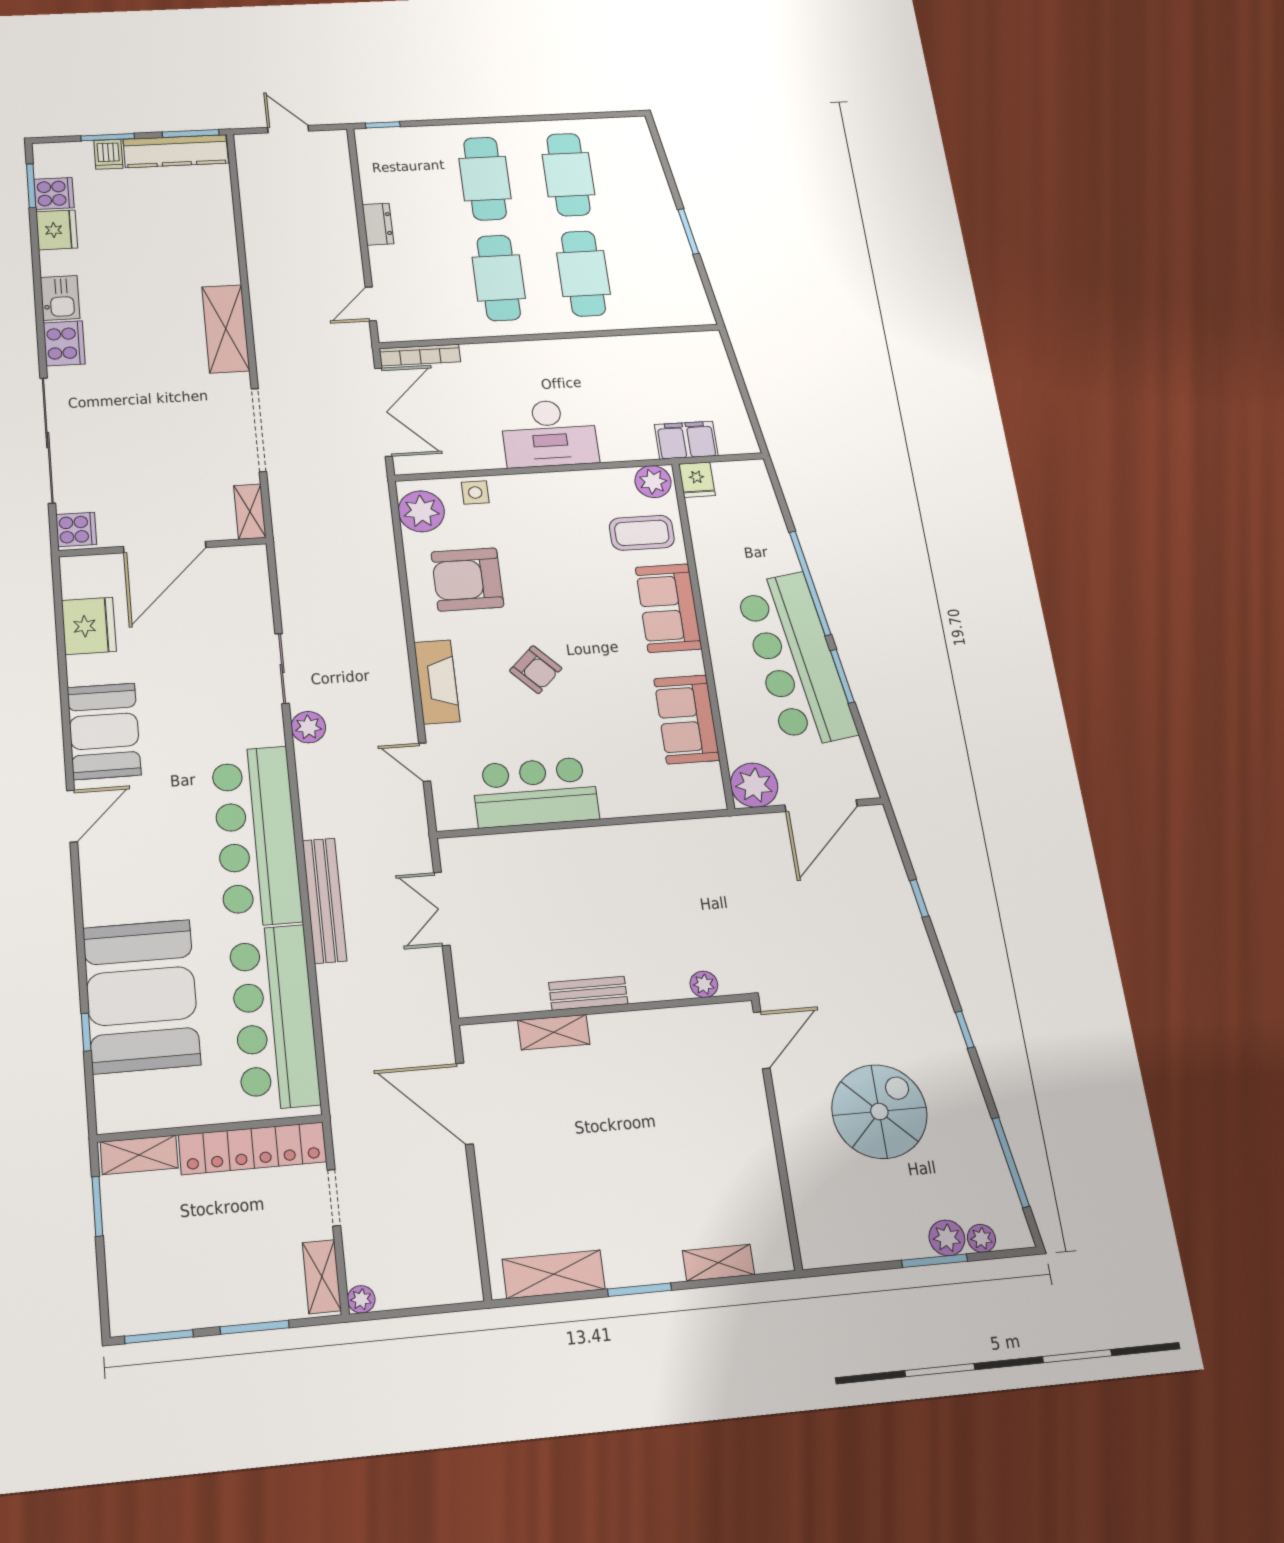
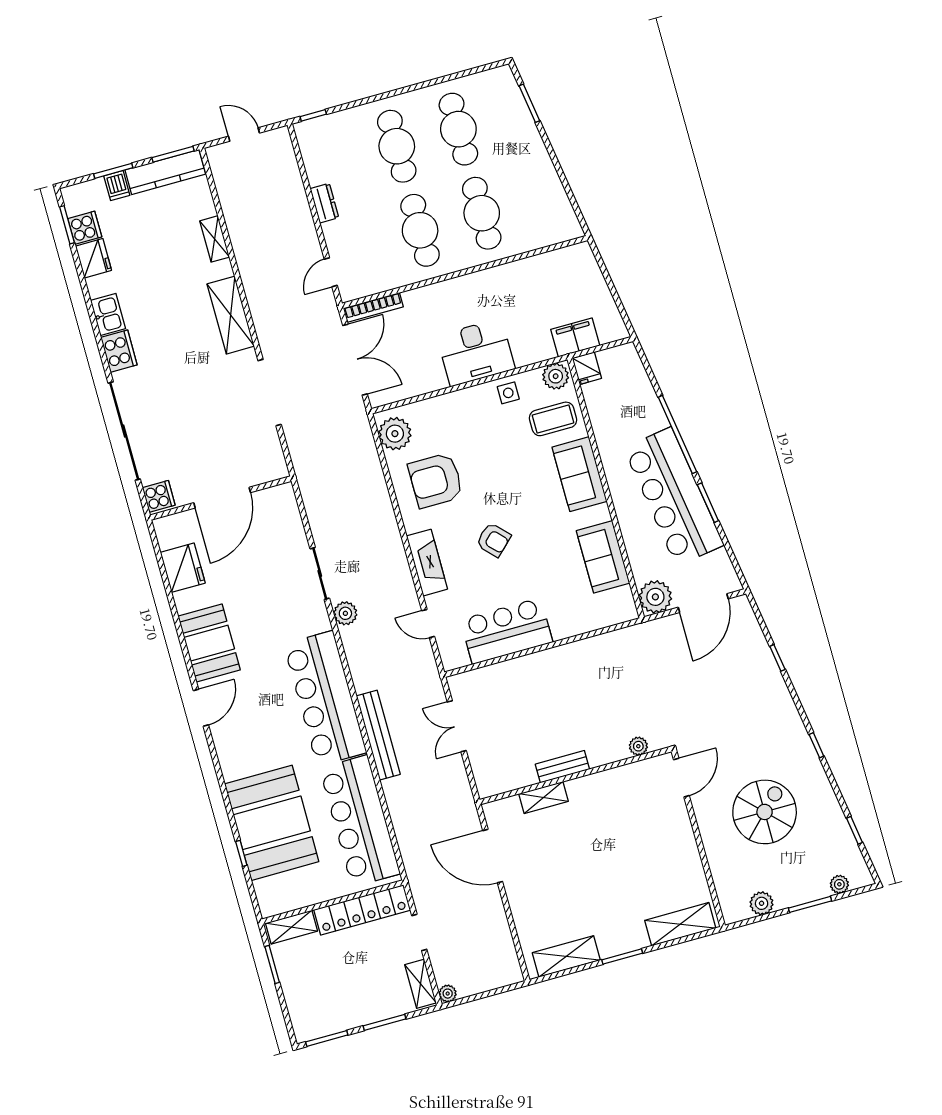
window: (688, 231) -> (529, 103), moved
side table: (475, 493) -> (508, 393), moved
shelving: (250, 512) -> (215, 239), moved
window: (1011, 1162) -> (855, 830), width x0.46
plant: (947, 1238) -> (762, 903), moved
shelving: (718, 1263) -> (680, 924), width x1.50, depth x1.33

